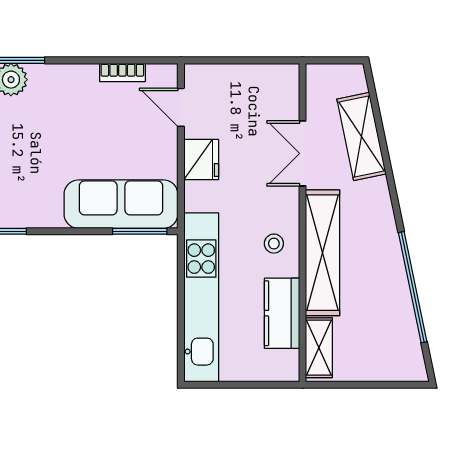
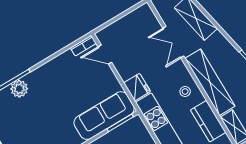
bookcase: (122, 72) -> (83, 46), moved
fridge: (201, 160) -> (137, 87), moved

